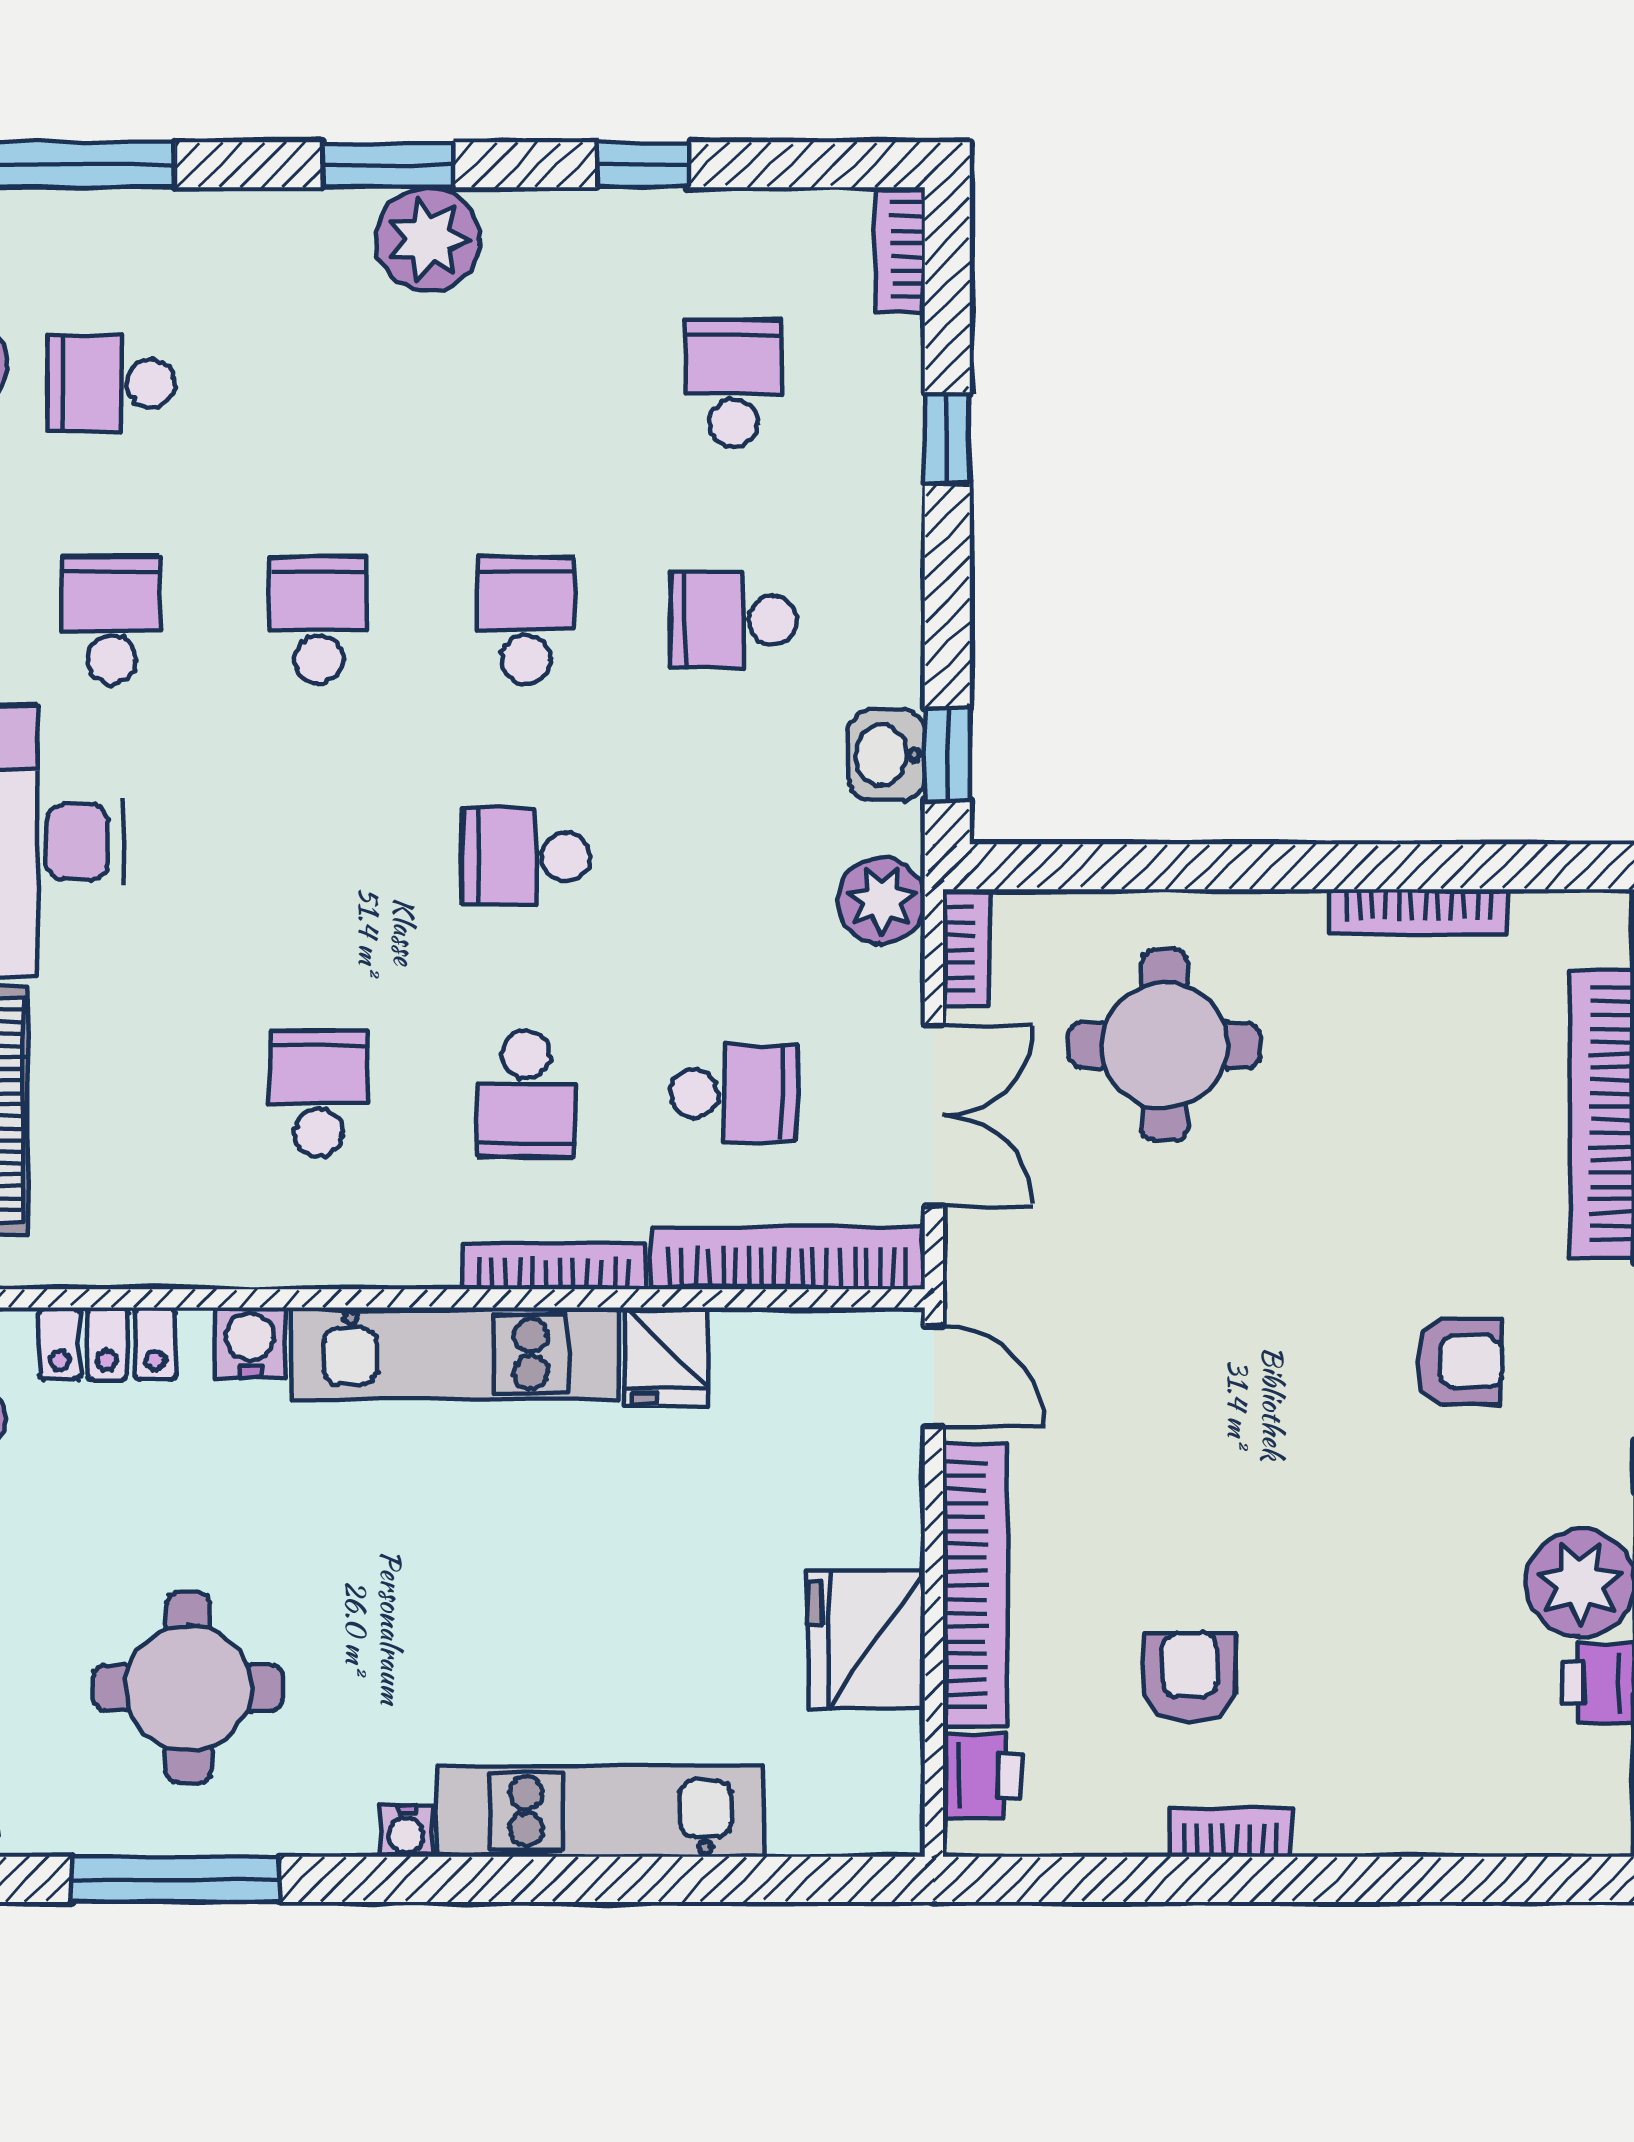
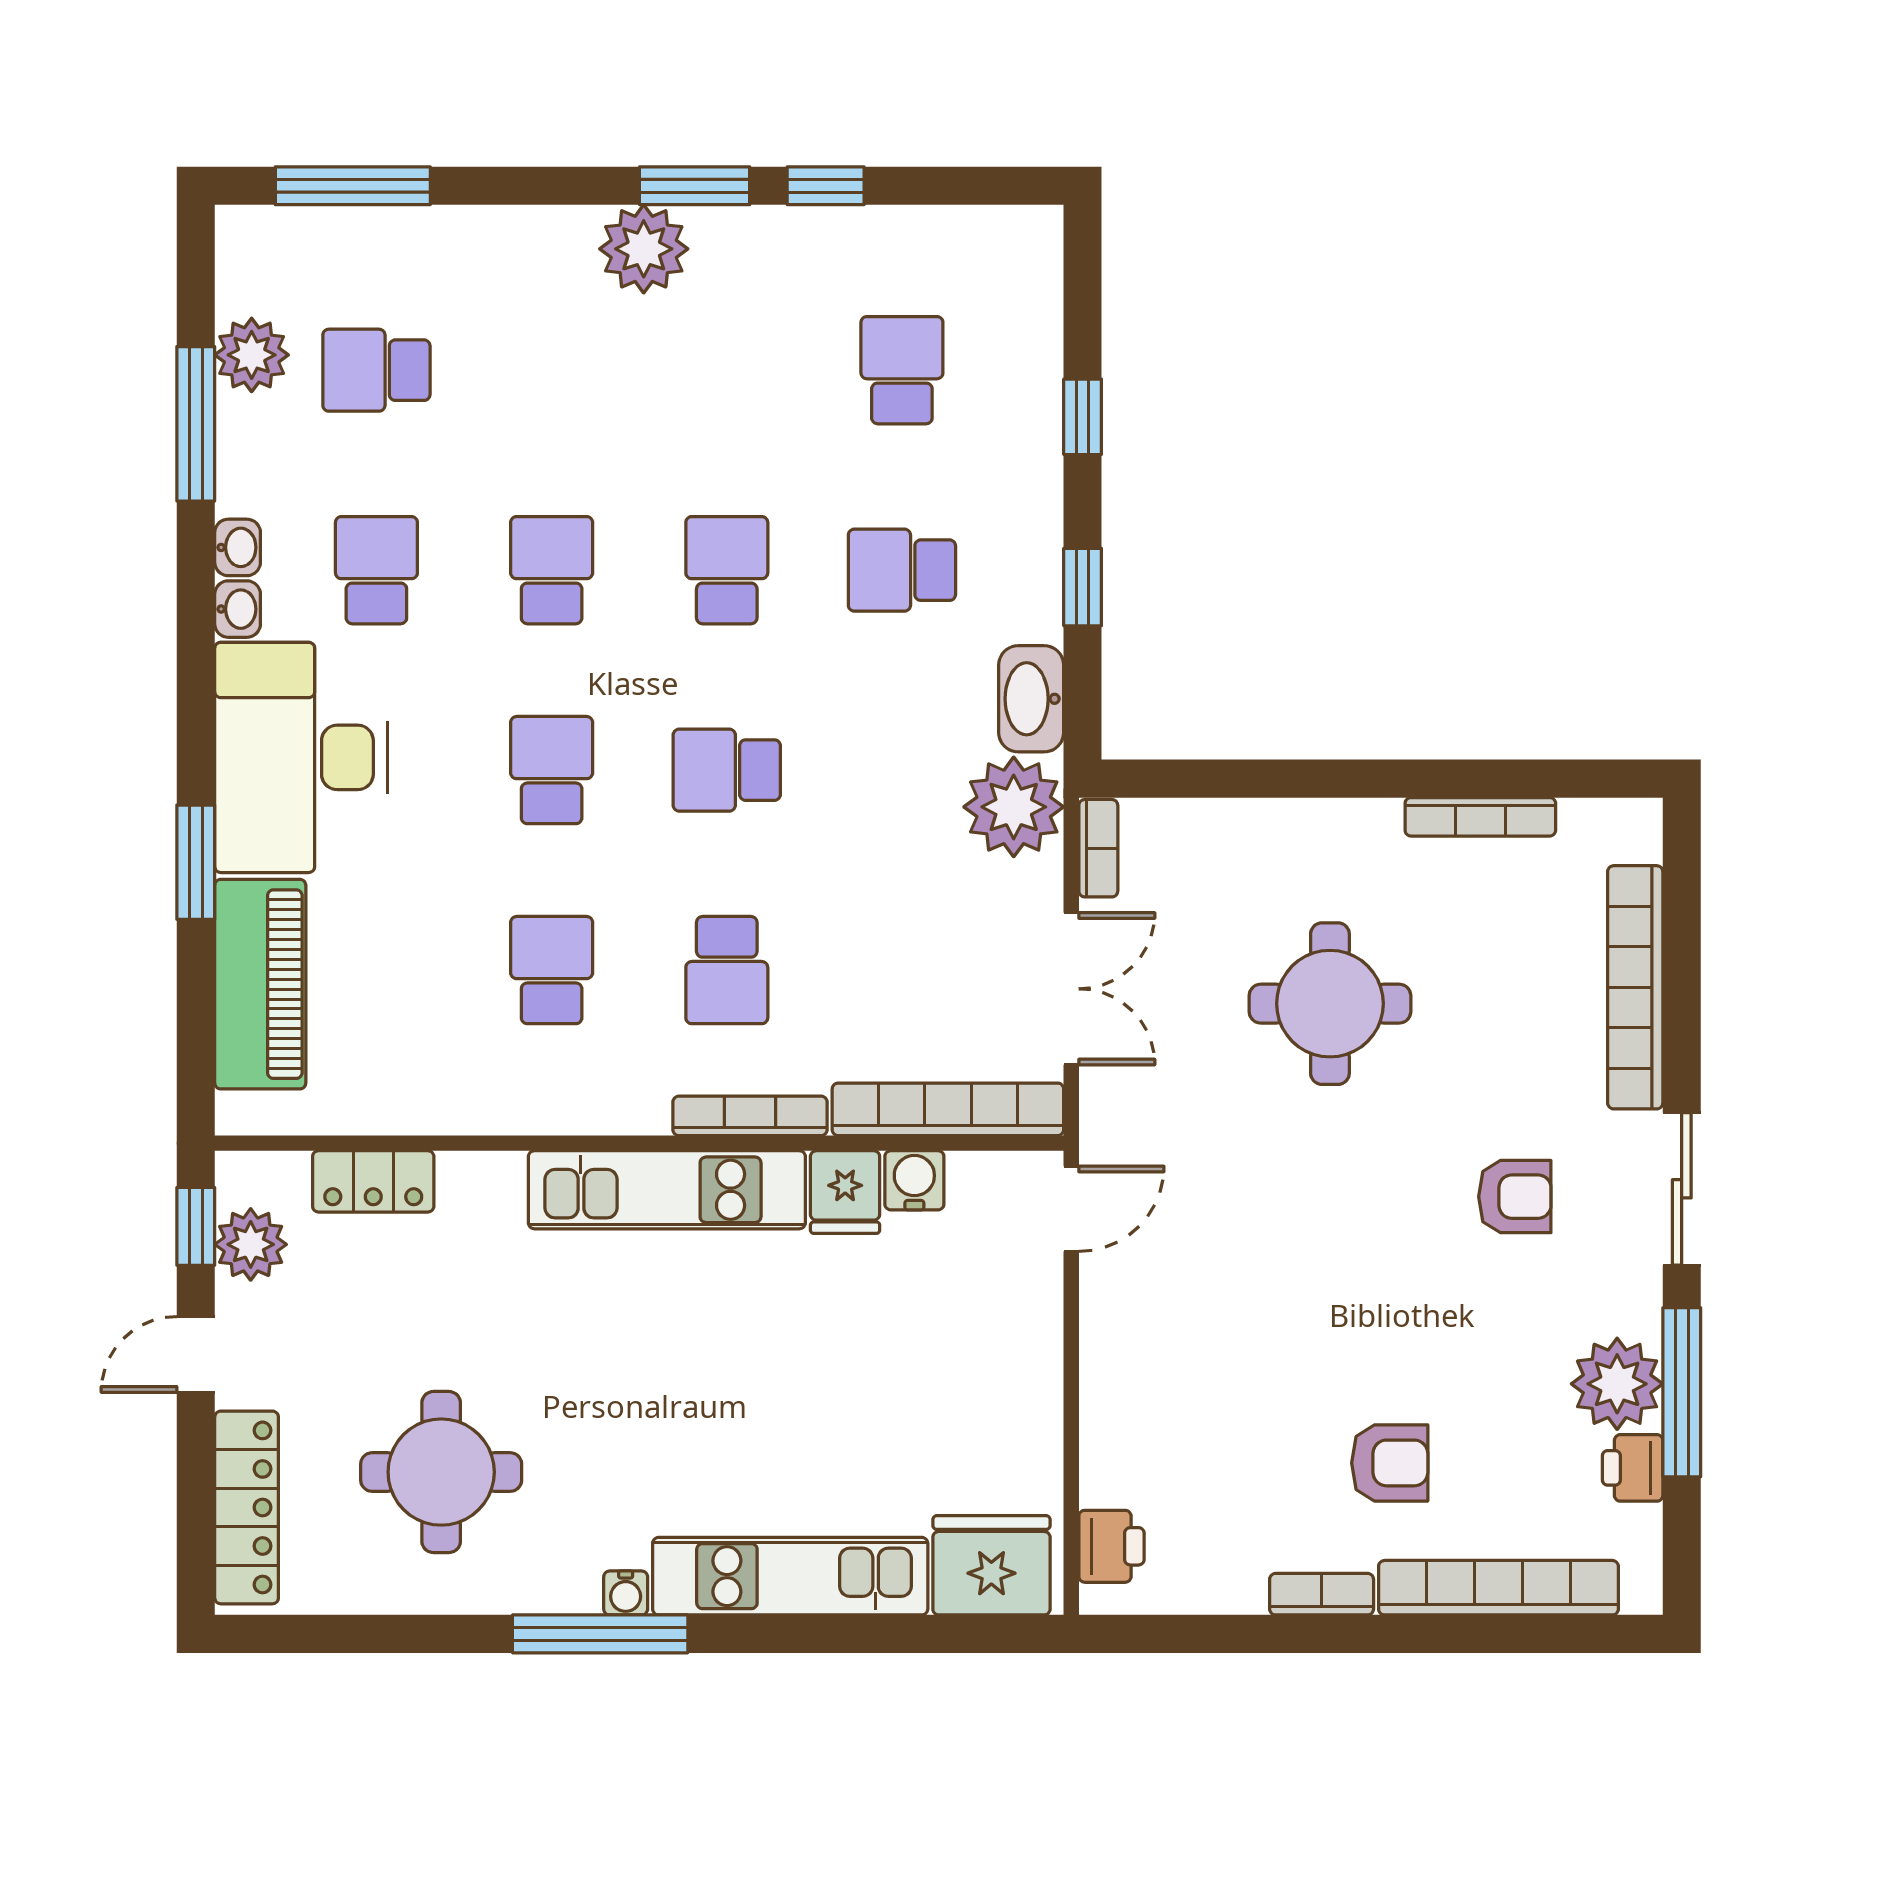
window: (388, 165) -> (695, 186), moved
bookcase: (900, 250) -> (1042, 258), removed
window: (947, 753) -> (1083, 587), moved
washbasin: (886, 755) -> (1031, 699), width x1.38
plant: (882, 900) -> (1014, 807), width x1.36, depth x1.36
round table: (1165, 1045) -> (1330, 1004), moved
school desk: (733, 1093) -> (552, 770), moved, turned -90
water cooler: (250, 1342) -> (914, 1180), moved
door: (934, 1376) -> (1071, 1209), hinge flipped
bookcase: (975, 1585) -> (1498, 1588), moved, turned -90
fridge: (866, 1639) -> (991, 1565), moved, turned 90
armchair: (1190, 1677) -> (1390, 1463), moved, turned 90
window: (176, 1879) -> (600, 1634), moved

